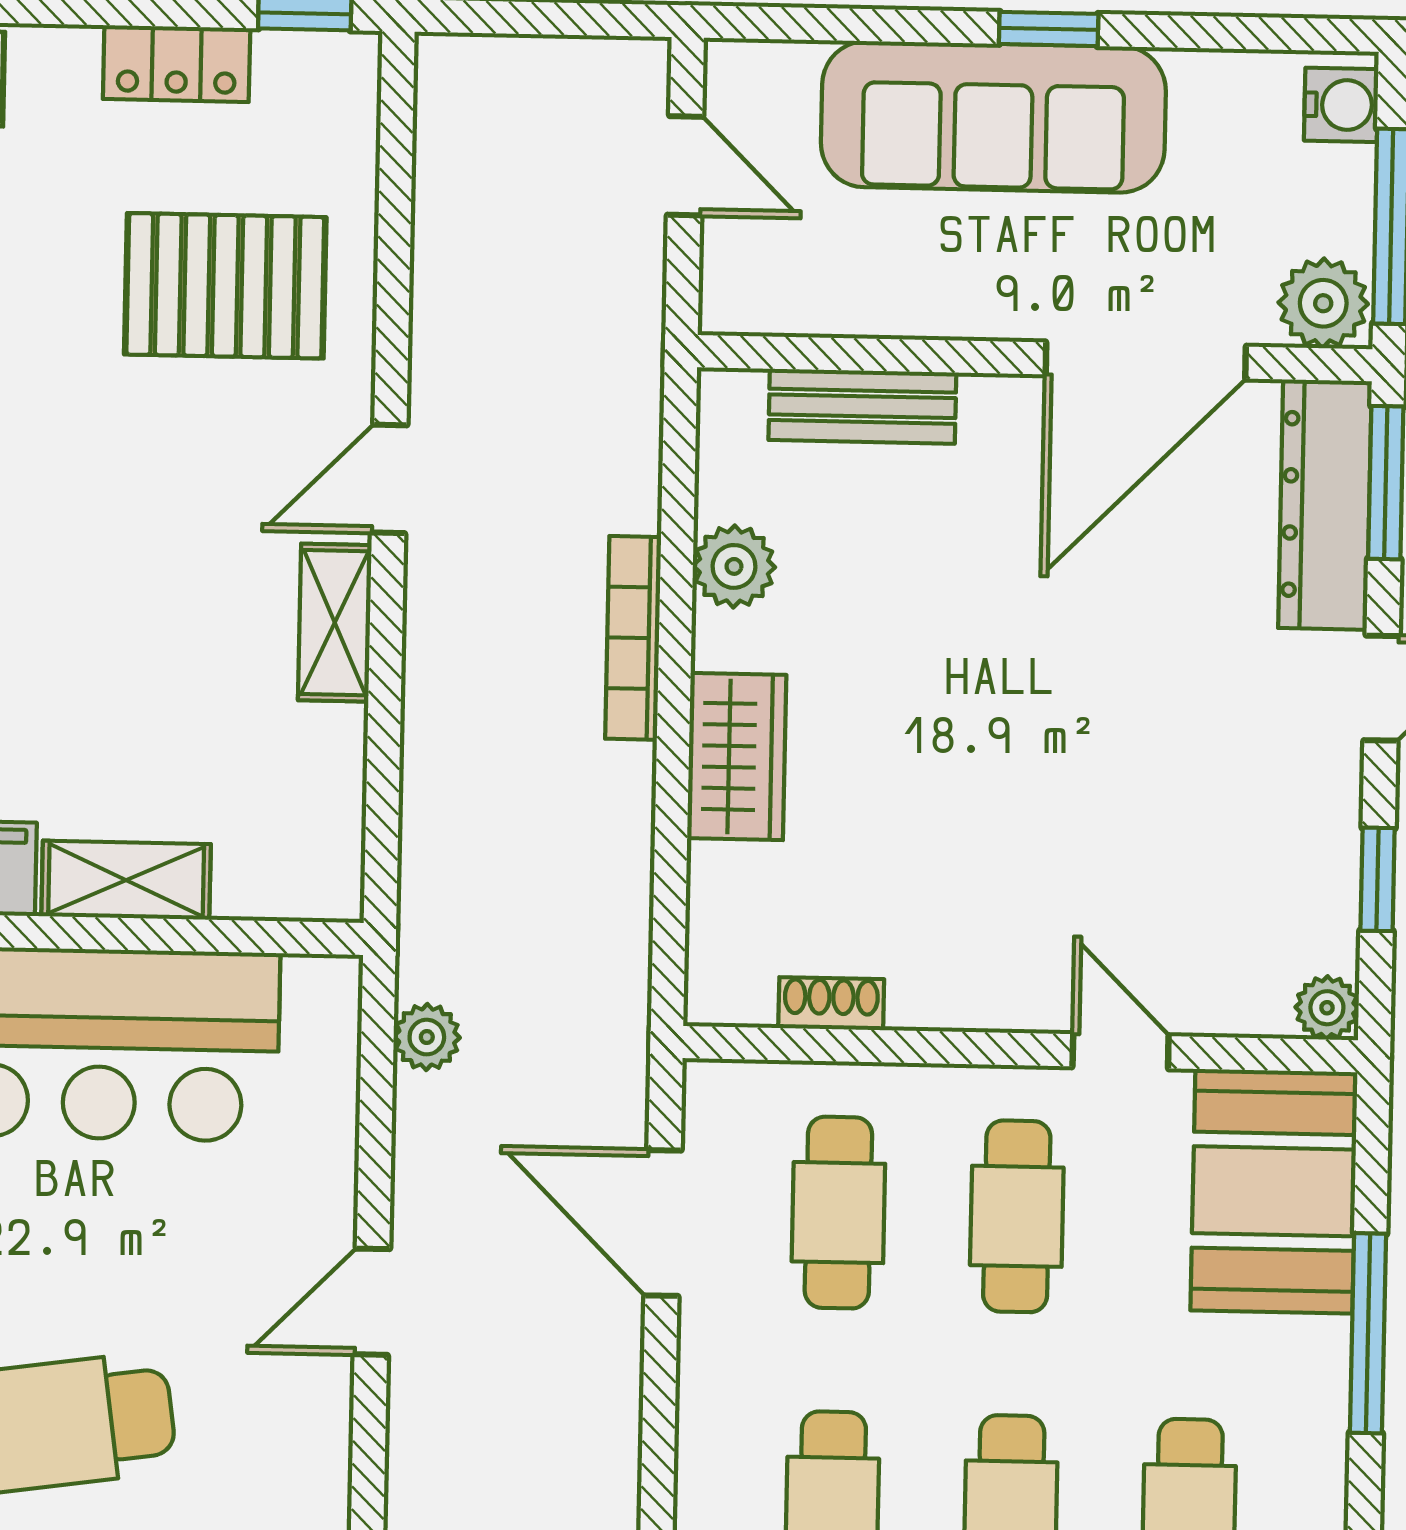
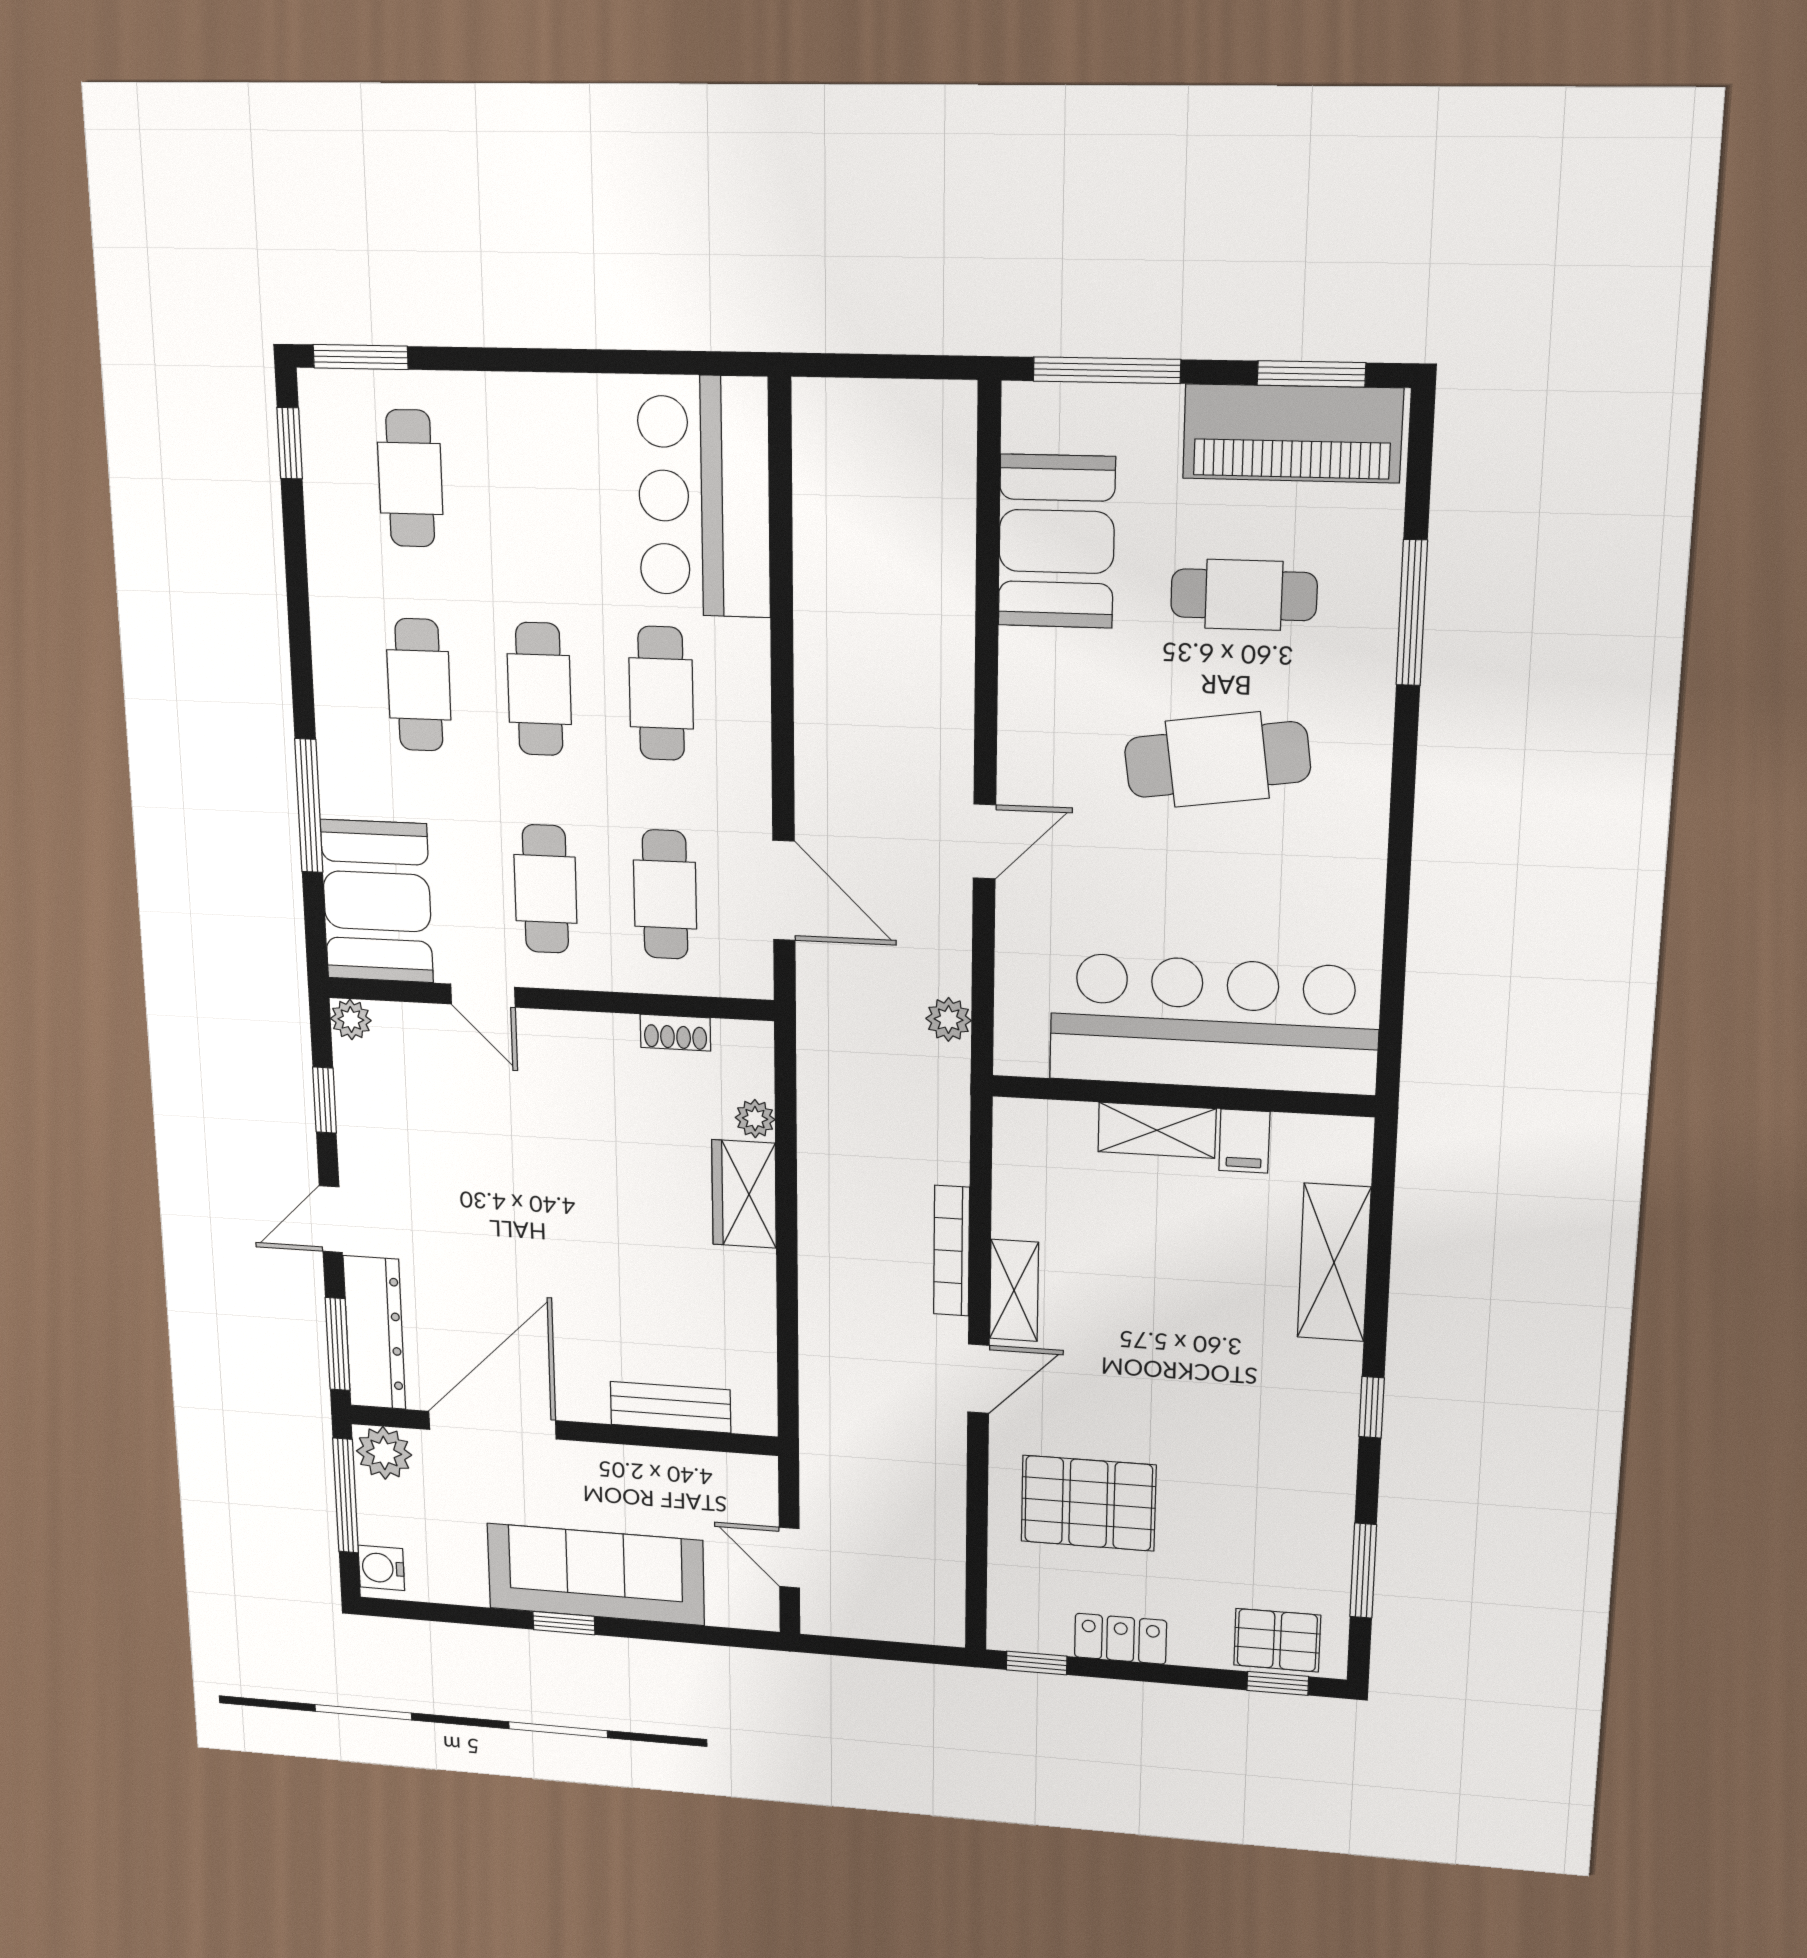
plant: (734, 566) -> (755, 1119), moved, width x0.73, depth x0.73
bookcase: (633, 638) -> (952, 1251), moved, turned 180

